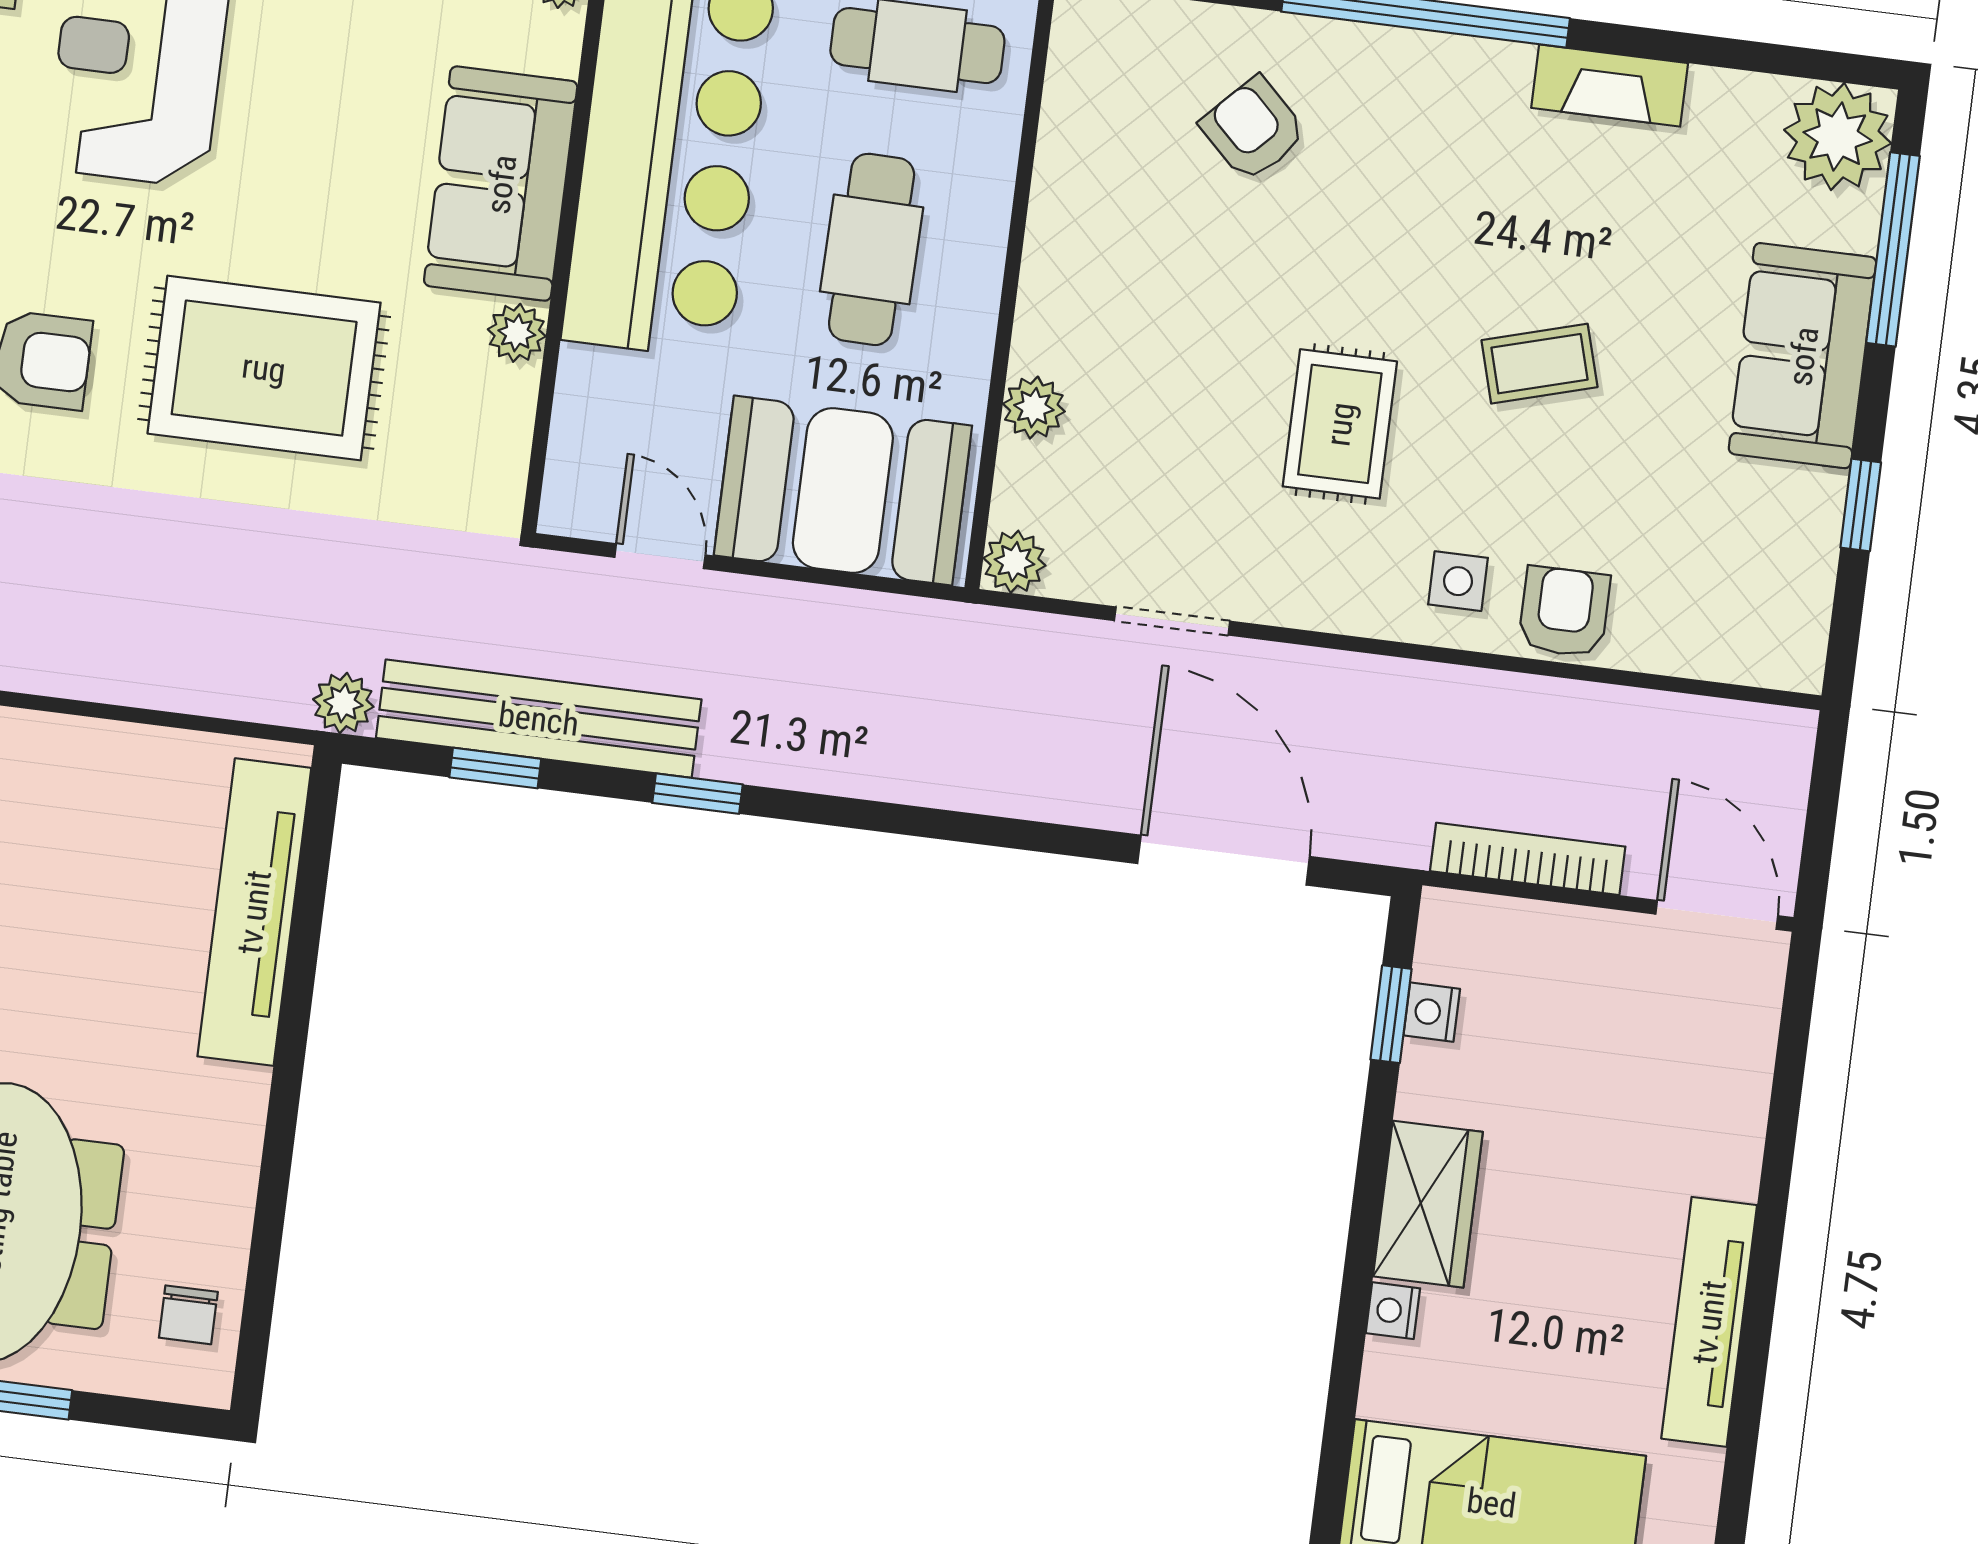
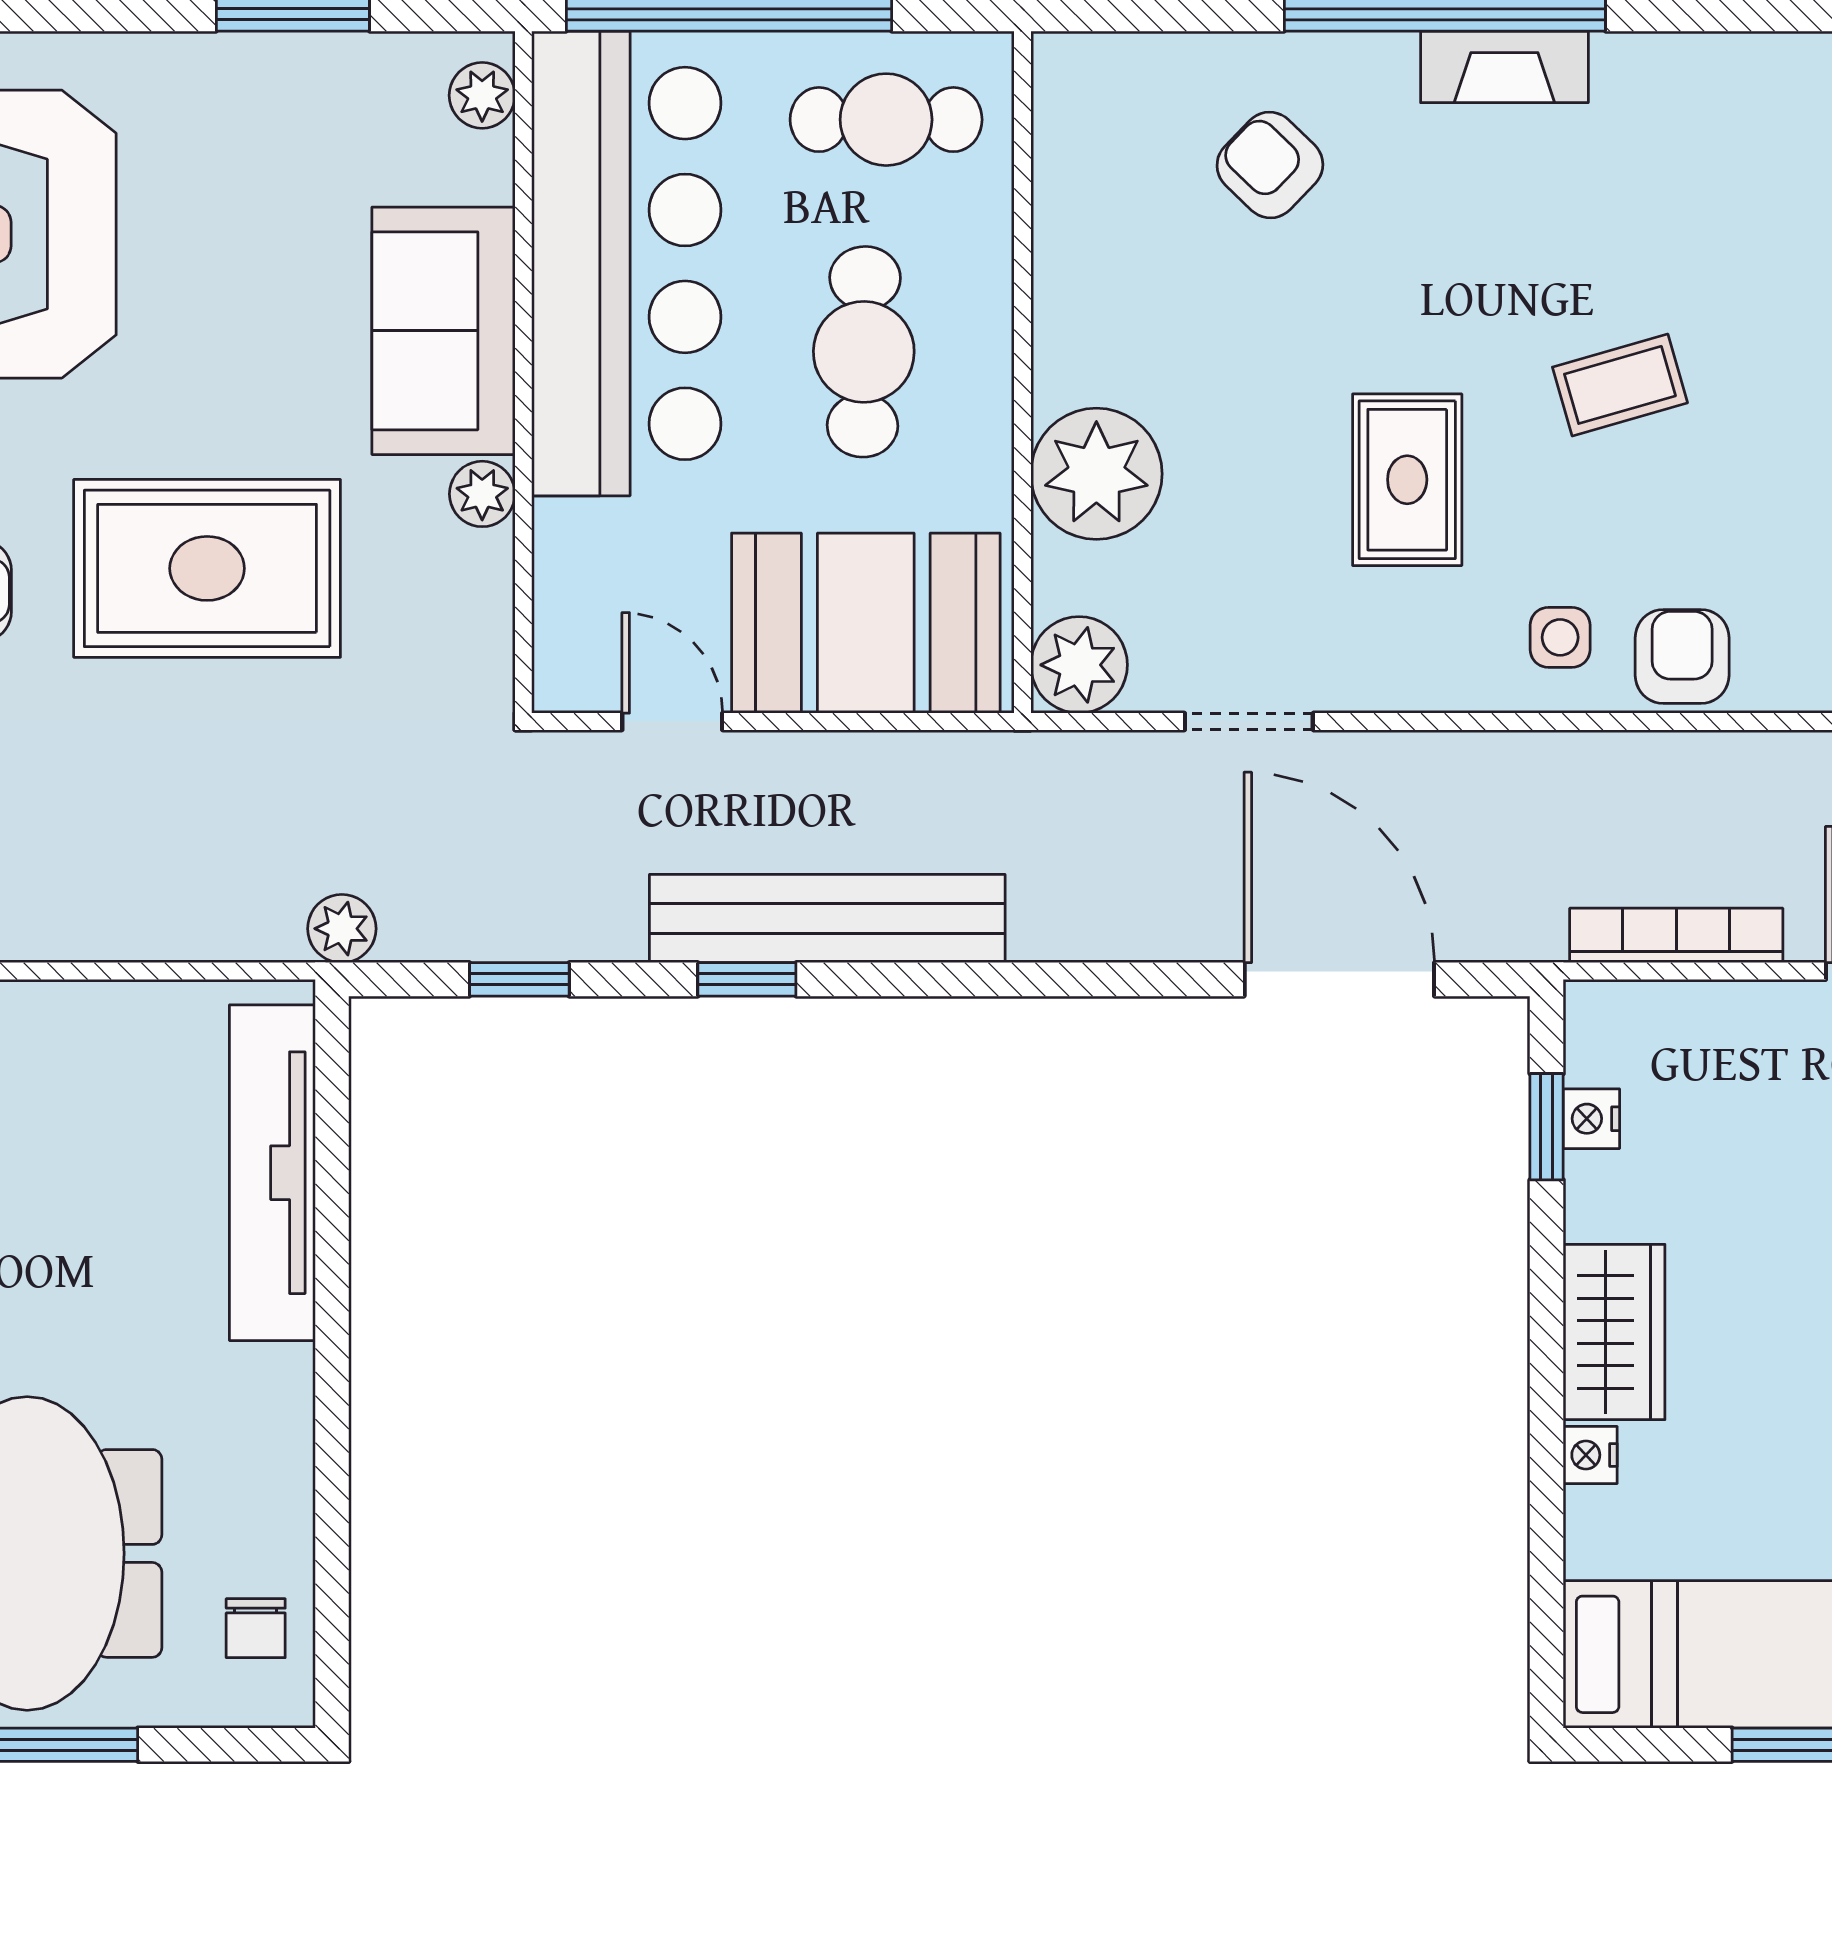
fireplace: (1610, 86) -> (1504, 67), moved
plant: (1034, 408) -> (1096, 474), width x1.88, depth x1.88
plant: (1014, 562) -> (1079, 665), width x1.38, depth x1.38
bench: (539, 719) -> (827, 919), moved

